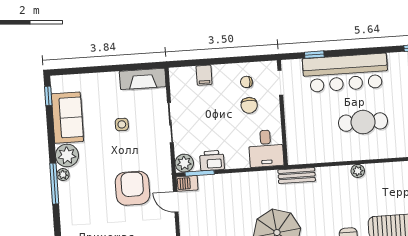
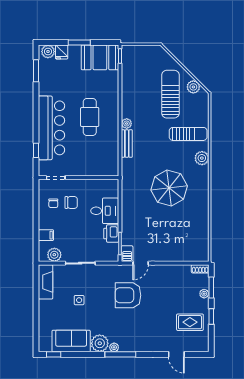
desk: (266, 148) -> (105, 211), moved
plant: (184, 163) -> (54, 255), moved
bench: (297, 175) -> (127, 144), moved

